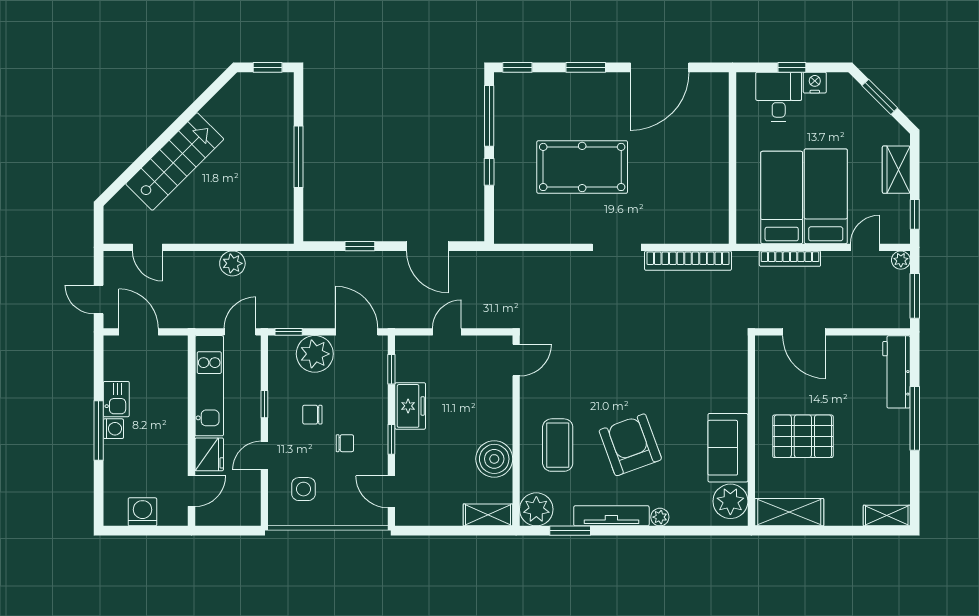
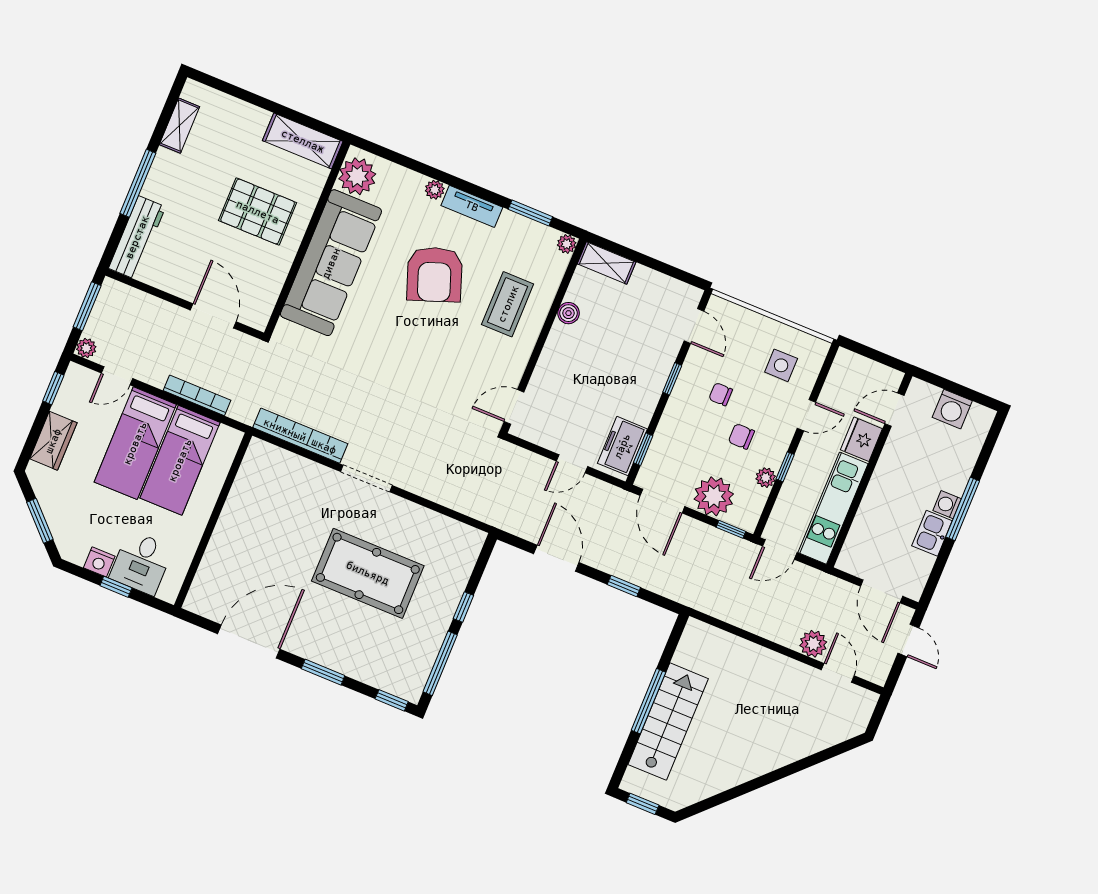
stairs: (175, 161) -> (668, 722), moved, turned 135
plant: (232, 263) -> (813, 644), moved
plant: (277, 388) -> (766, 478), added
freezer: (410, 406) -> (622, 446), moved
chair: (312, 415) -> (741, 436), turned 180
sofa: (728, 448) -> (331, 263), width x1.85, depth x1.27
boiler: (494, 459) -> (568, 313), width x0.54, depth x0.54
plant: (536, 509) -> (567, 244), width x0.53, depth x0.53
tv unit: (611, 516) -> (472, 206), width x0.71
shelving: (887, 516) -> (179, 126), moved, turned 90

